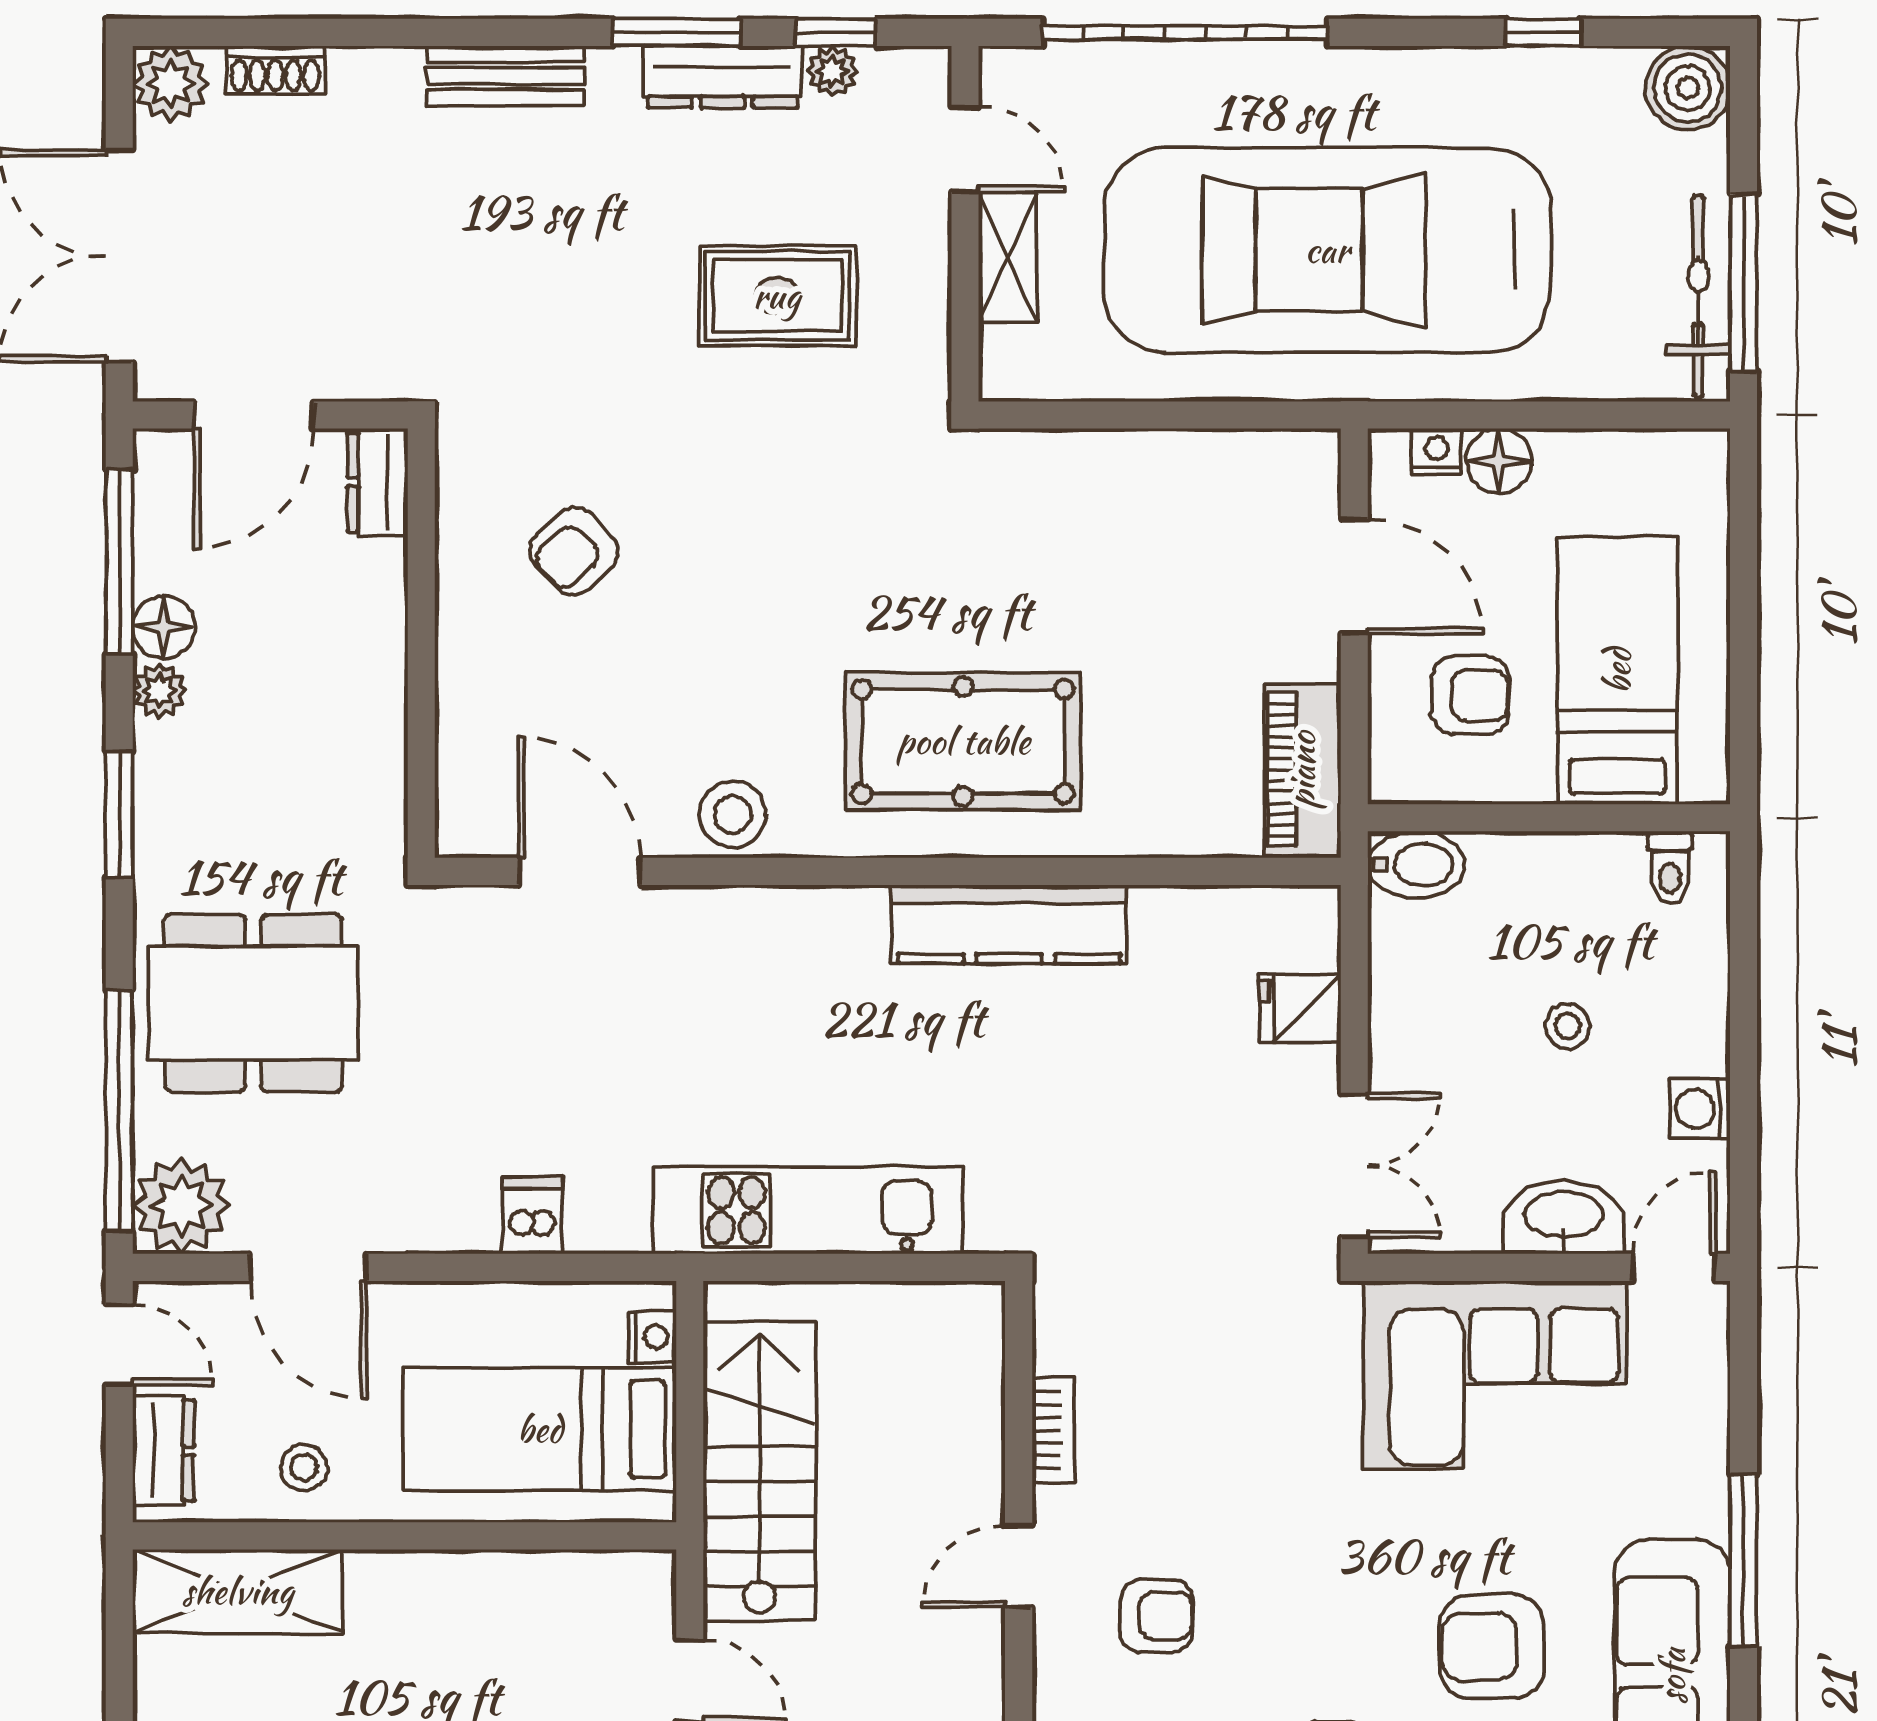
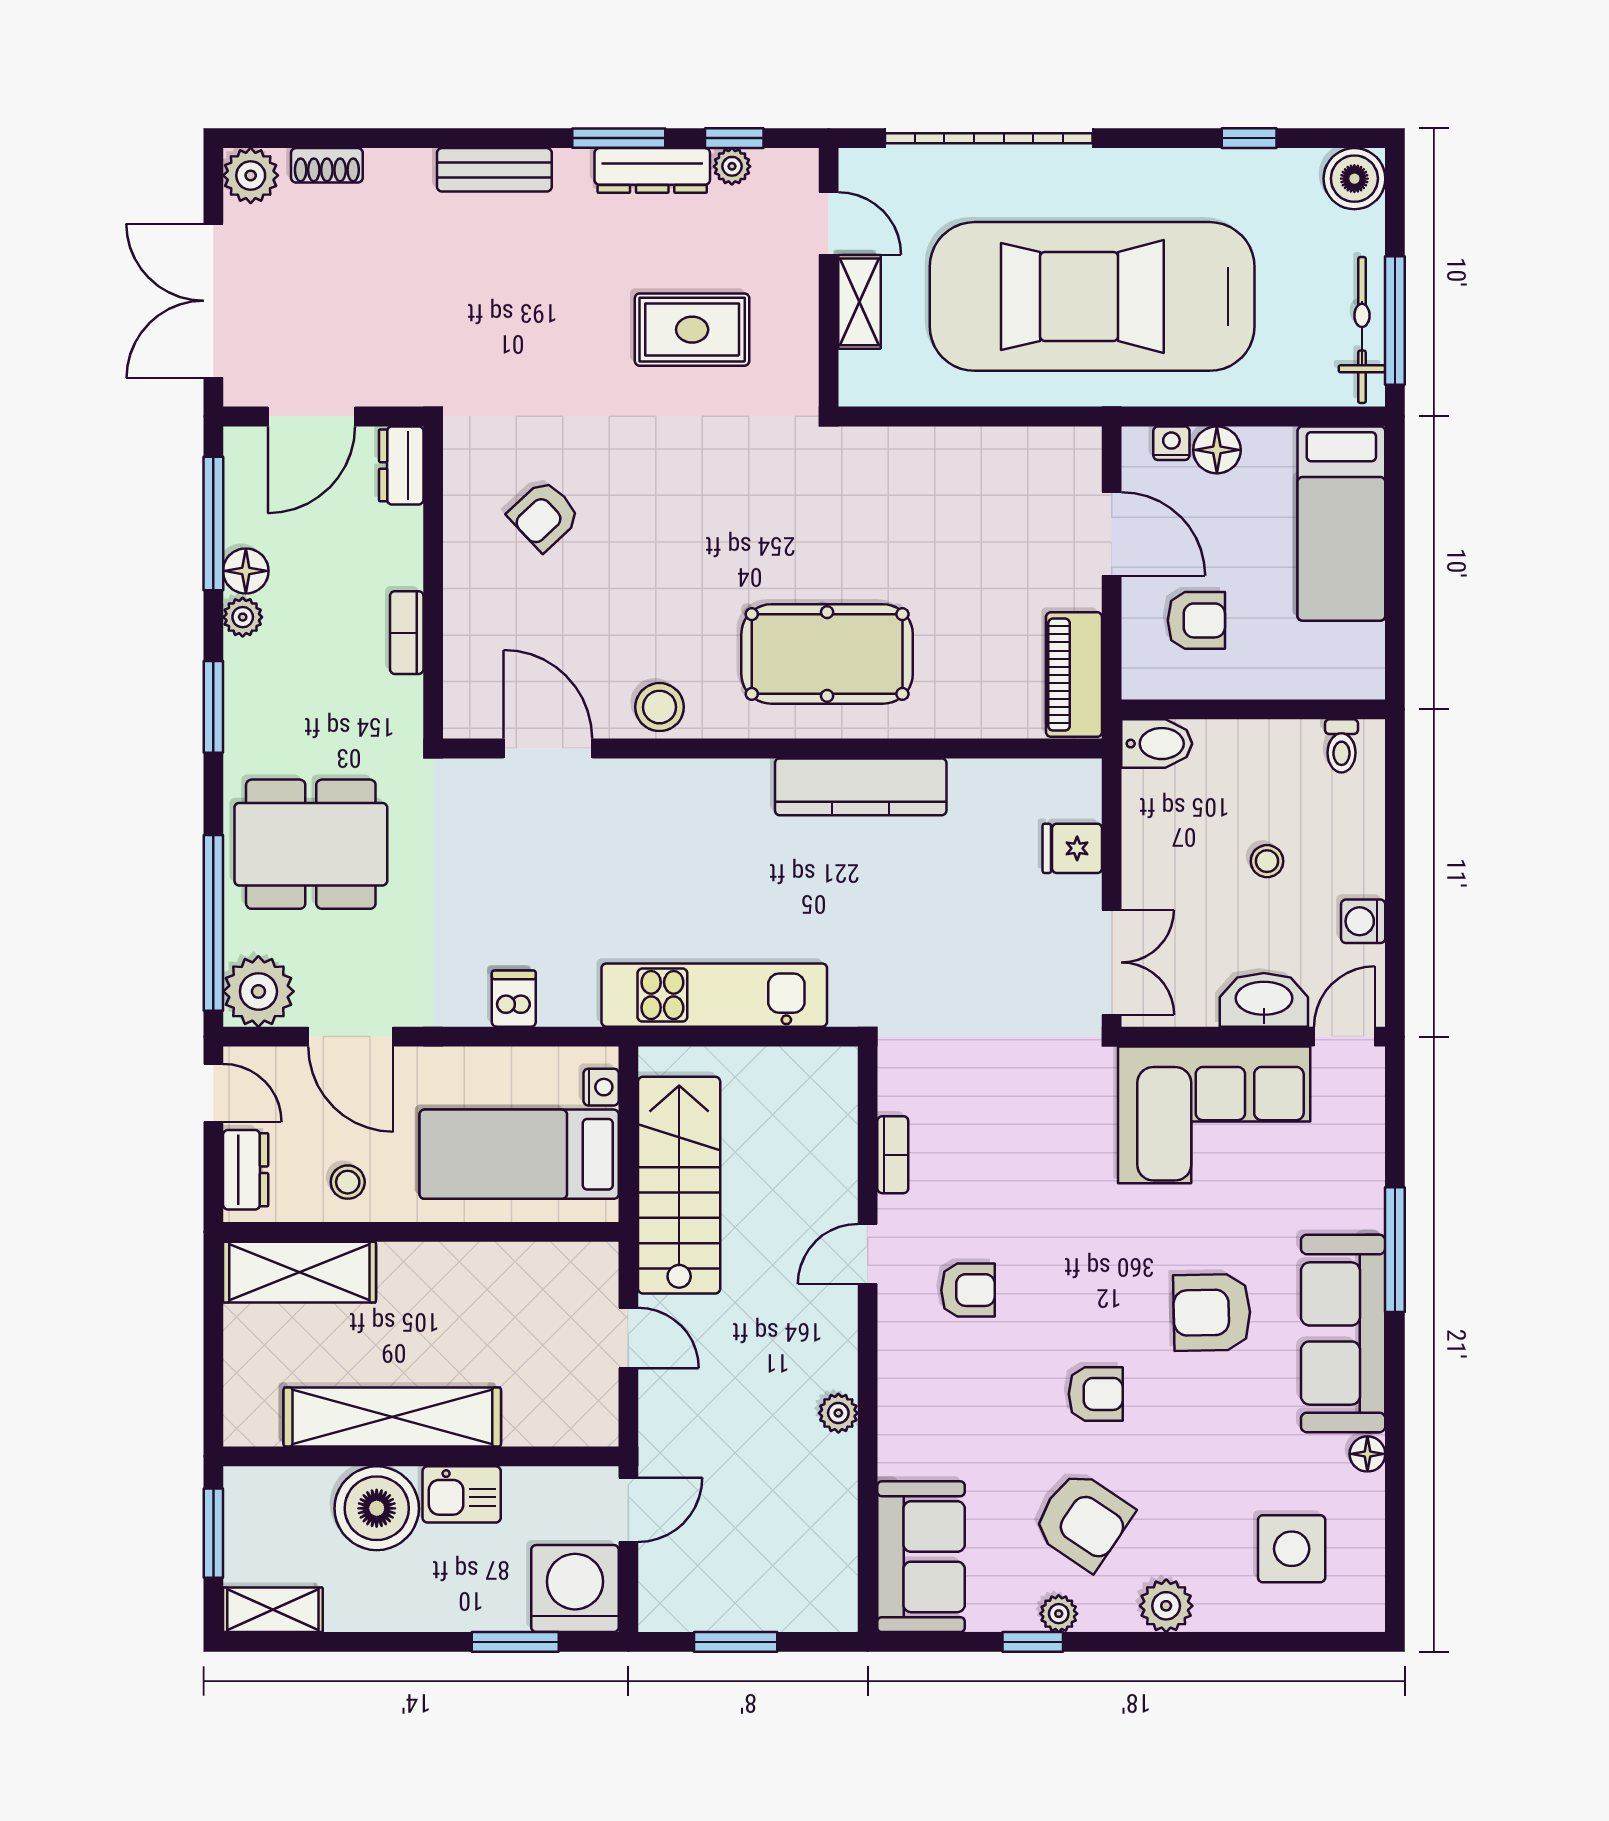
bed: (1617, 671) -> (1341, 524), moved, turned 180
bookcase: (385, 712) -> (407, 633), added

